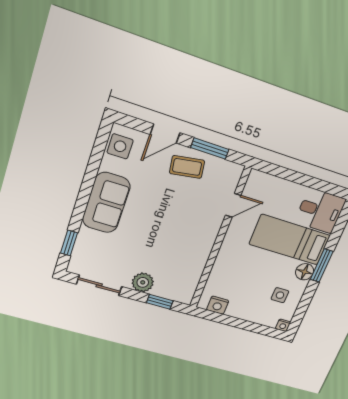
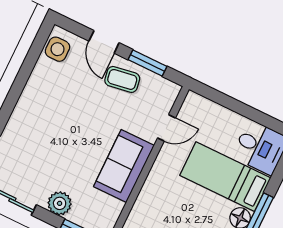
door: (165, 134) -> (104, 42), hinge flipped
sofa: (106, 203) -> (124, 166), moved, turned 180

